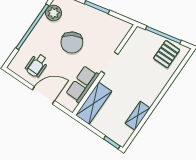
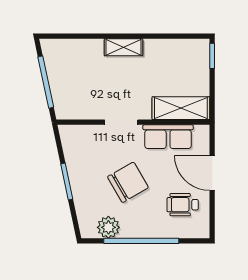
pallet: (167, 54) -> (66, 63), removed
wheelchair: (37, 65) -> (183, 205), turned 180
shelving: (138, 116) -> (123, 47), moved

